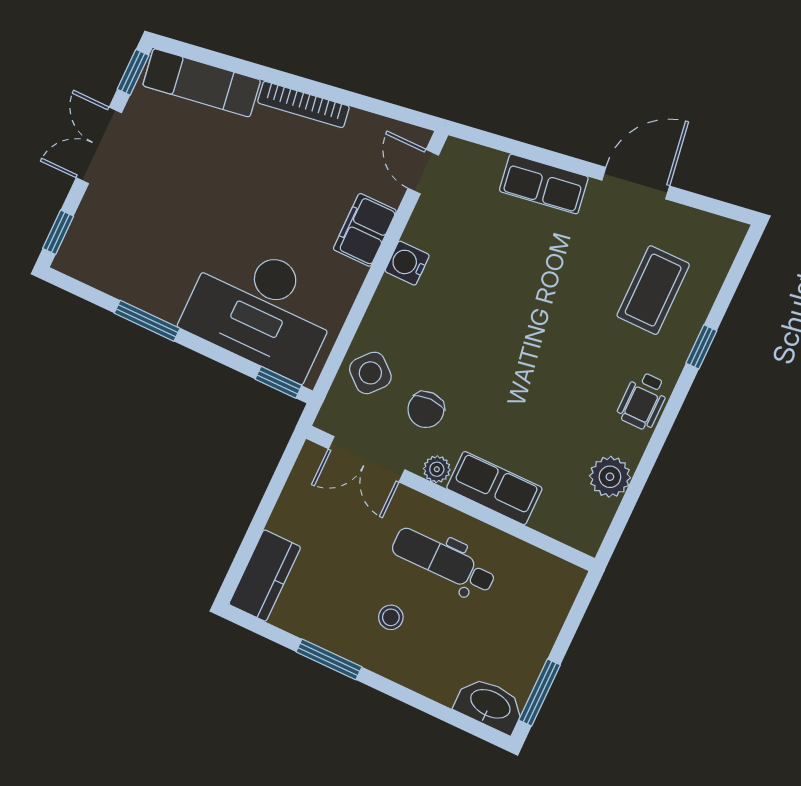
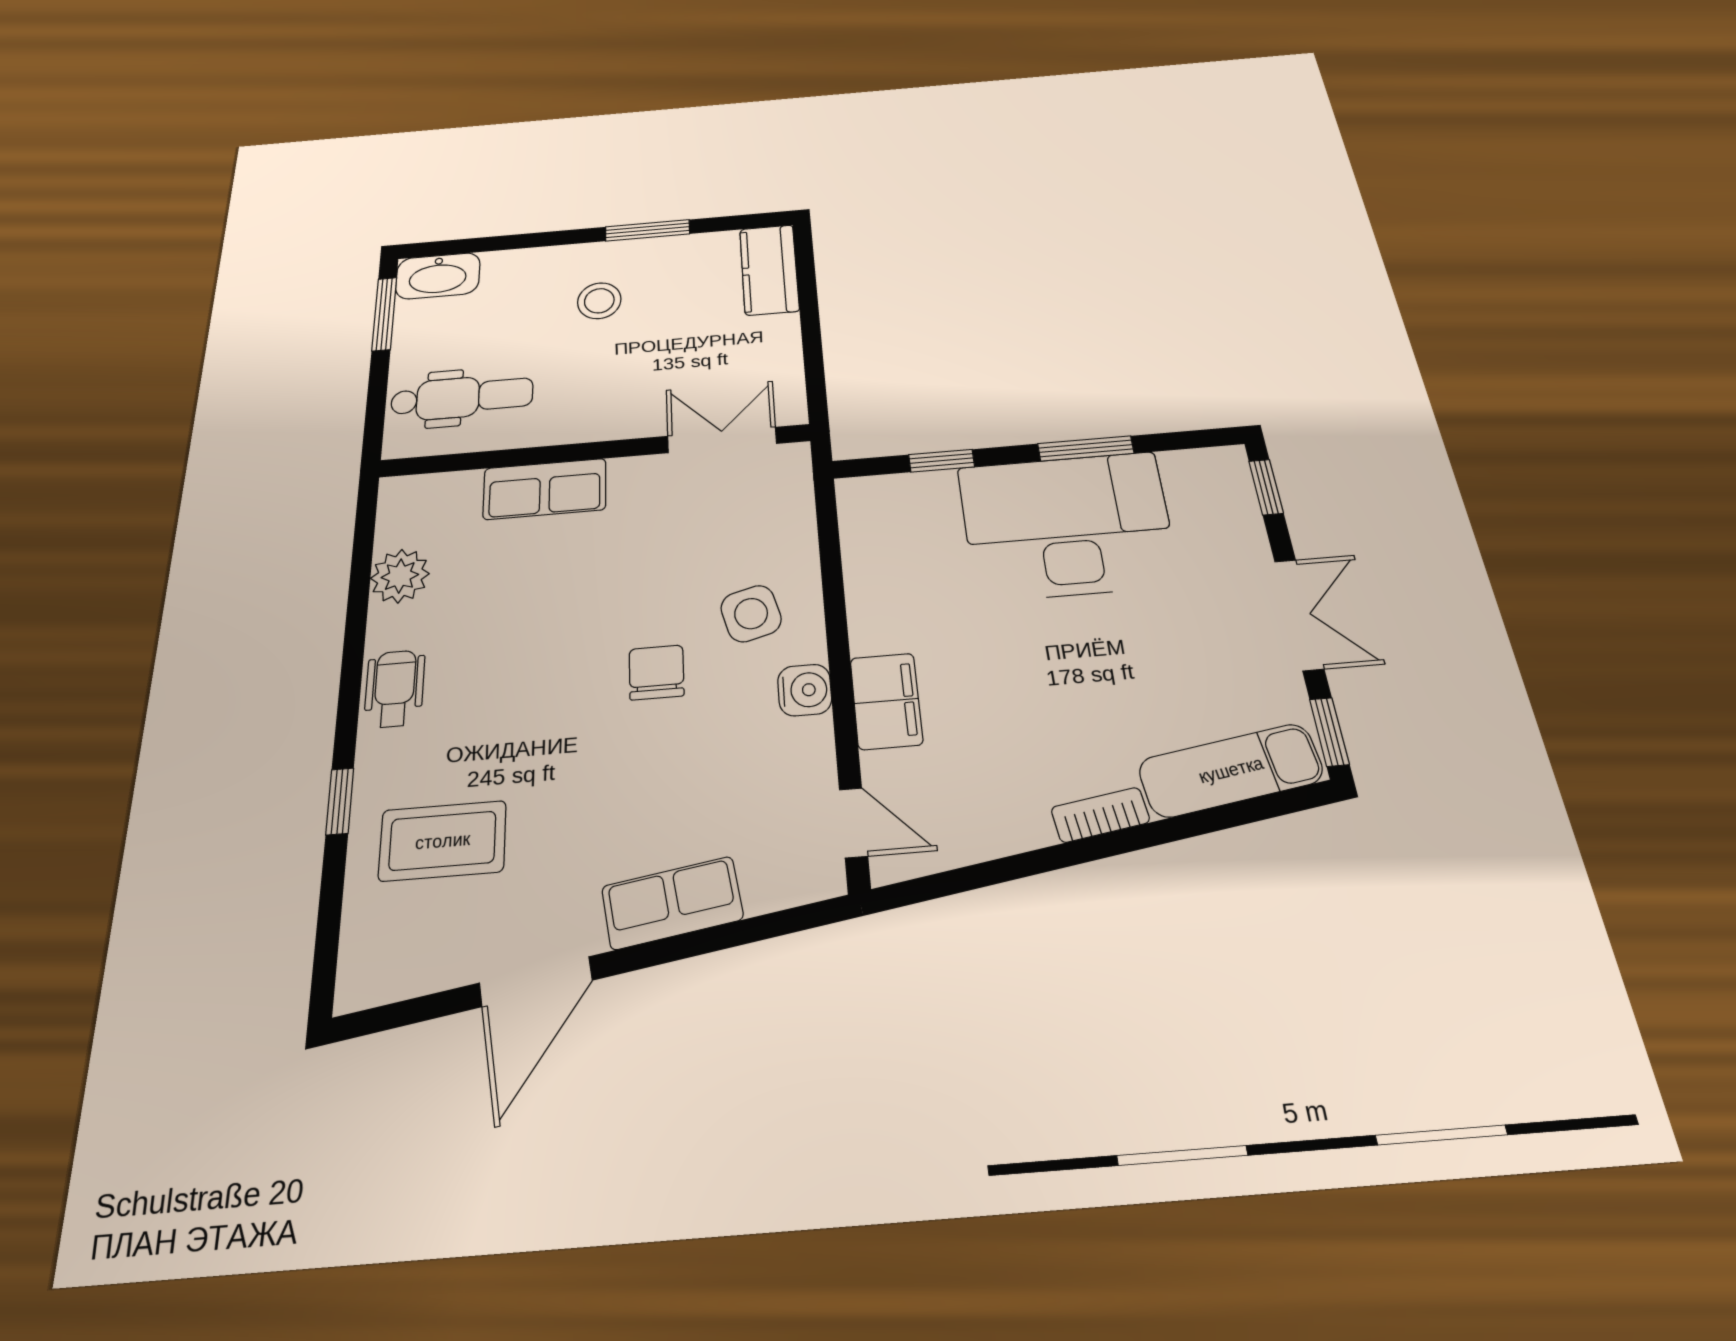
bookcase: (303, 104) -> (1100, 815), width x0.64
coffee table: (653, 290) -> (443, 841), turned 90
desk: (261, 309) -> (1067, 526), moved
side table: (370, 373) -> (751, 614), moved, turned 34
window: (278, 382) -> (942, 461), moved
chair: (426, 410) -> (656, 672), moved
plant: (437, 469) -> (629, 473), removed
dental chair: (444, 561) -> (462, 397), moved
stool: (391, 617) -> (599, 301), width x1.37, depth x1.37

